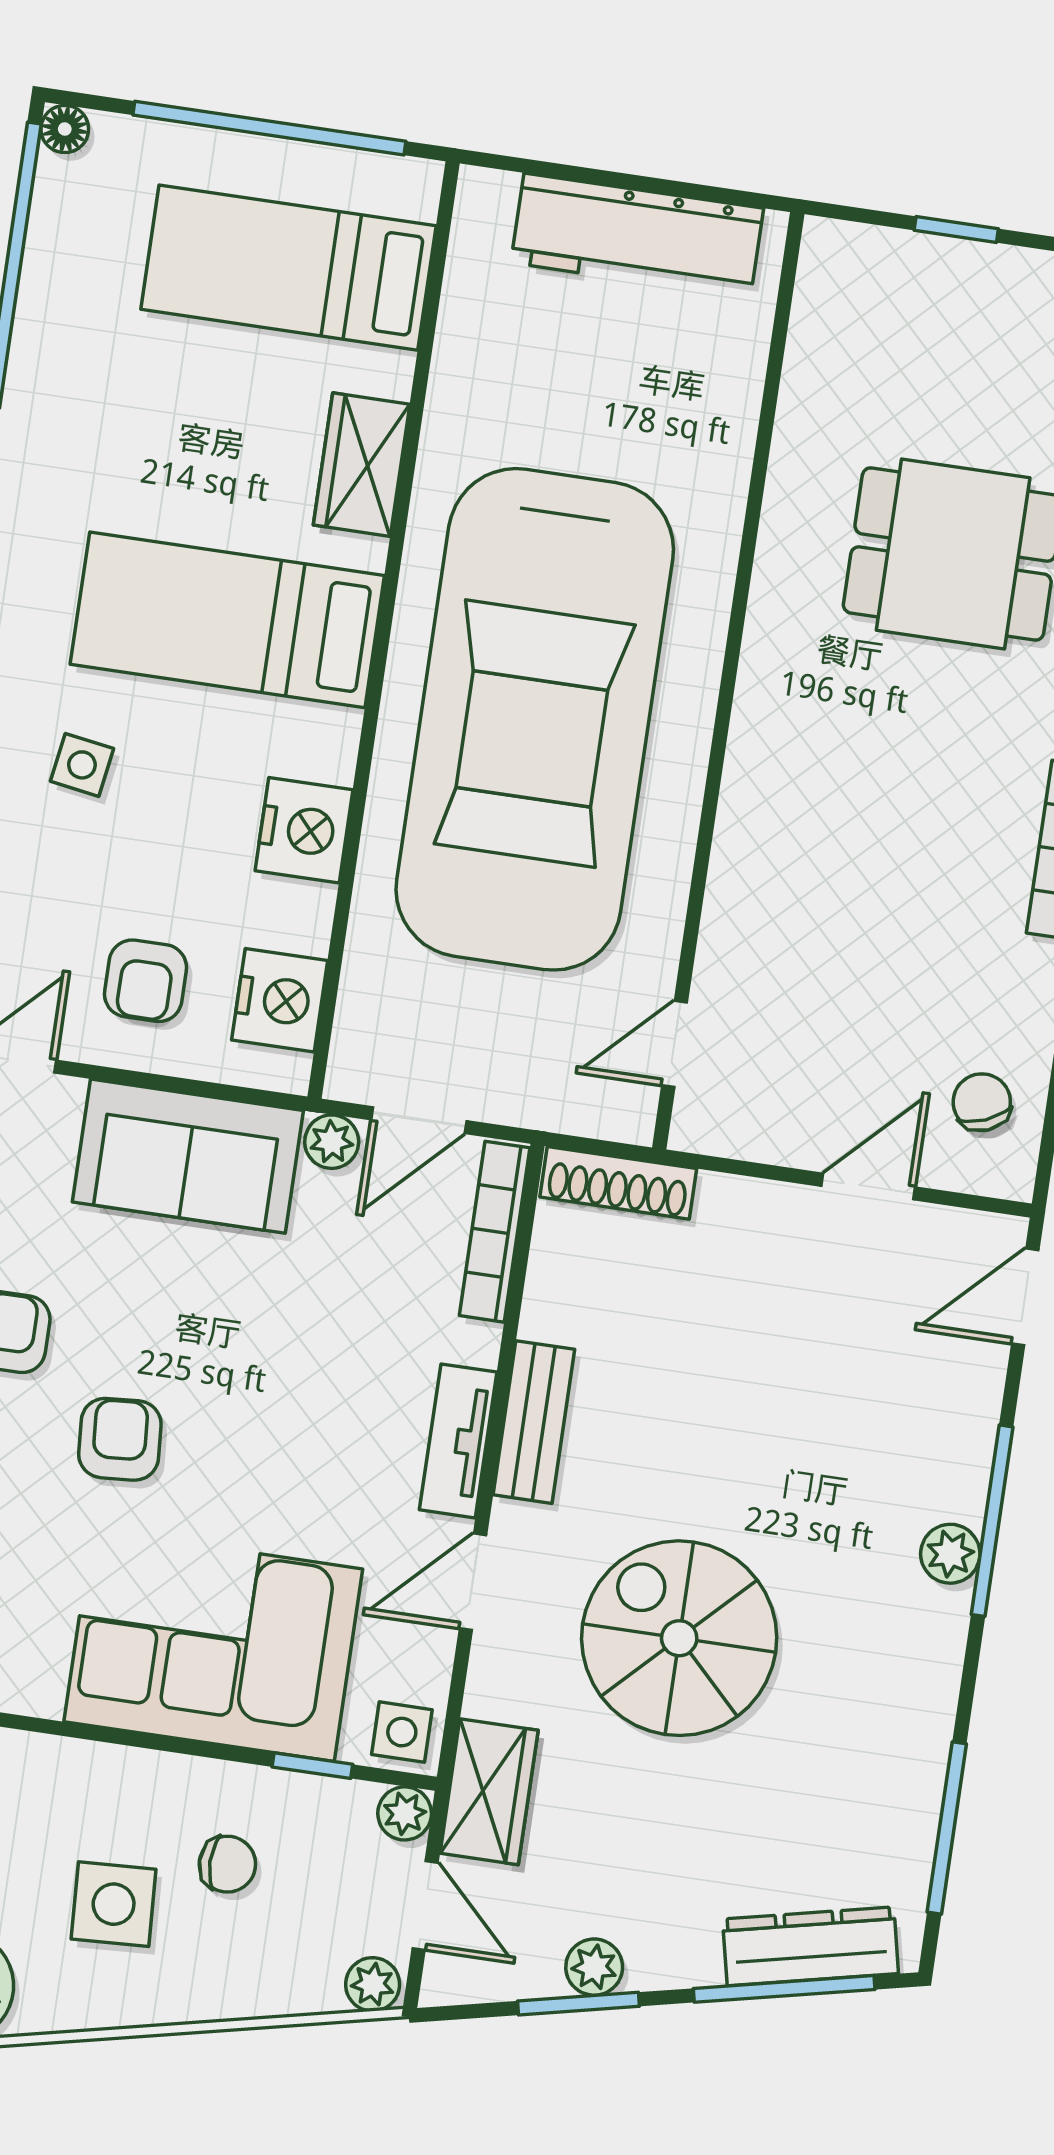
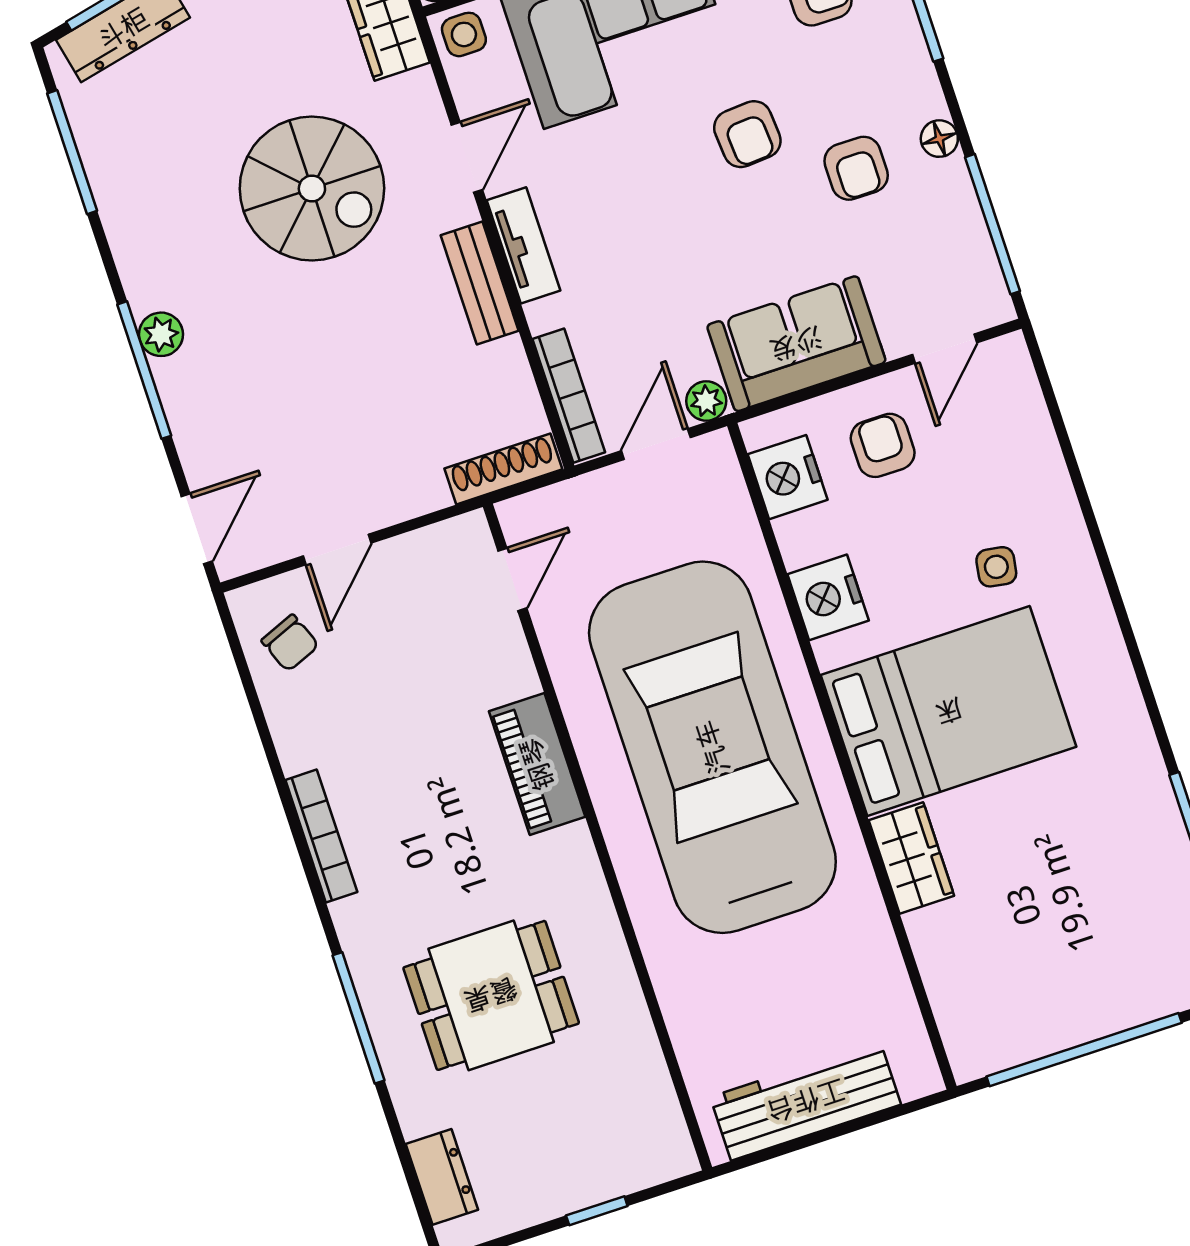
bed: (288, 268) -> (1025, 964), removed
bed: (227, 620) -> (949, 711), width x1.50
piano: (757, 806) -> (537, 764), added

